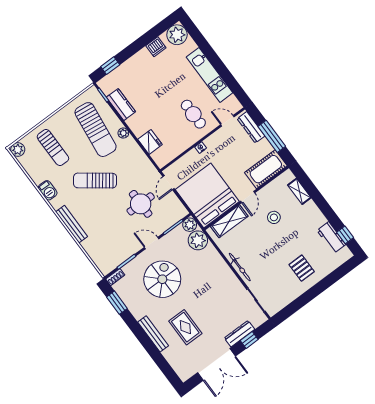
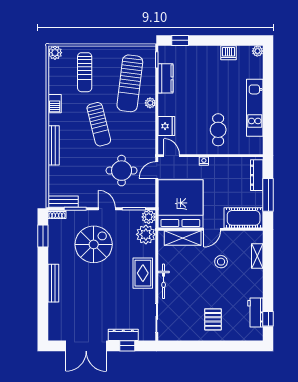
plant: (177, 35) -> (257, 51), width x0.53, depth x0.53
door: (227, 121) -> (172, 156), moved
sun lounger: (95, 181) -> (99, 124), turned -141
bench: (113, 263) -> (63, 202), added
rug: (185, 327) -> (143, 273), moved

